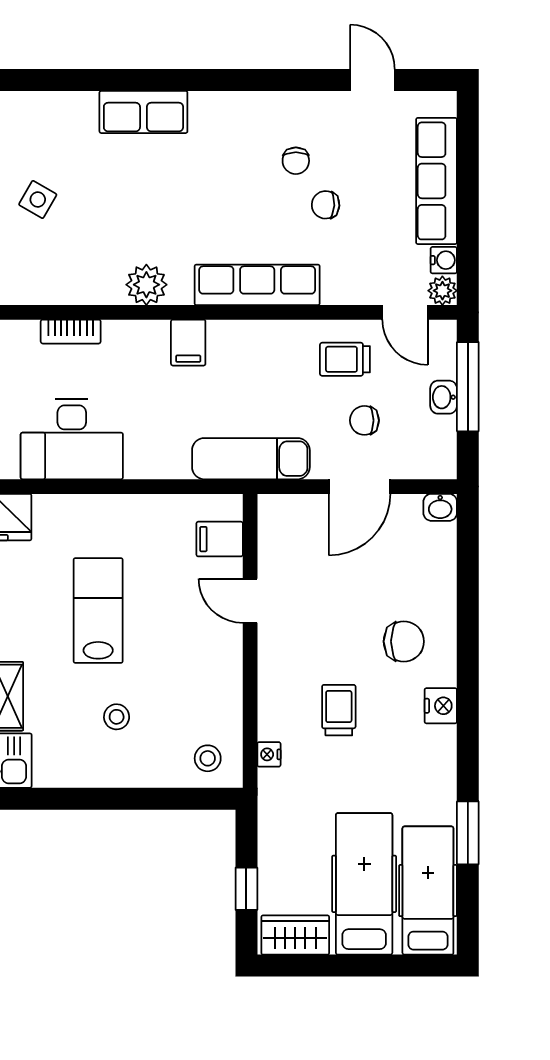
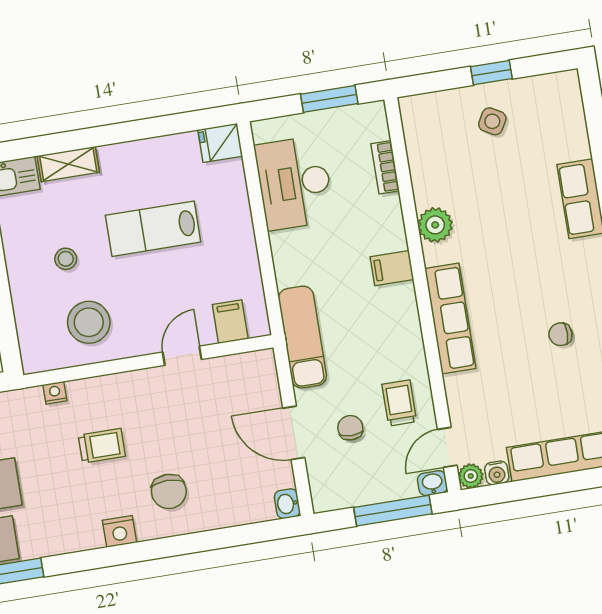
chair: (326, 205) -> (527, 365), removed
washbasin: (444, 397) -> (432, 483), moved
lab bench: (98, 611) -> (153, 229), turned 180
stool: (208, 758) -> (89, 322), moved, width x1.89, depth x1.89

